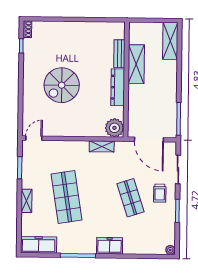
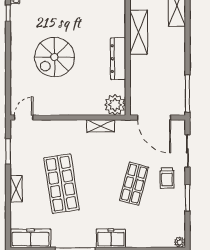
bench: (119, 54) -> (119, 21), removed
shop shelf: (131, 198) -> (134, 184), turned 33

